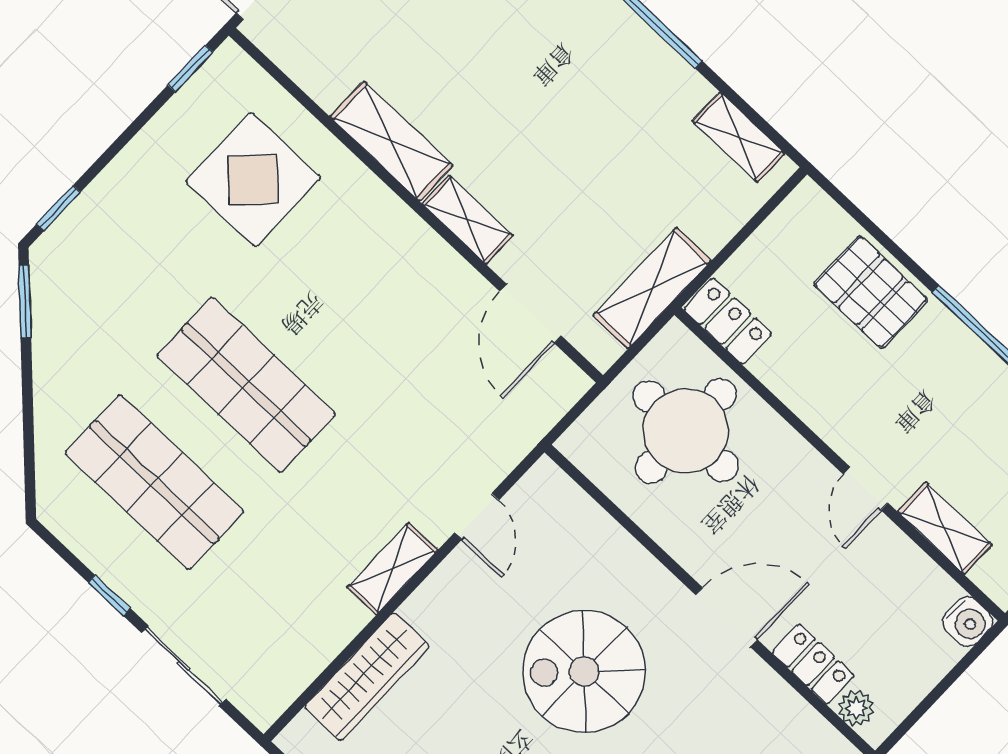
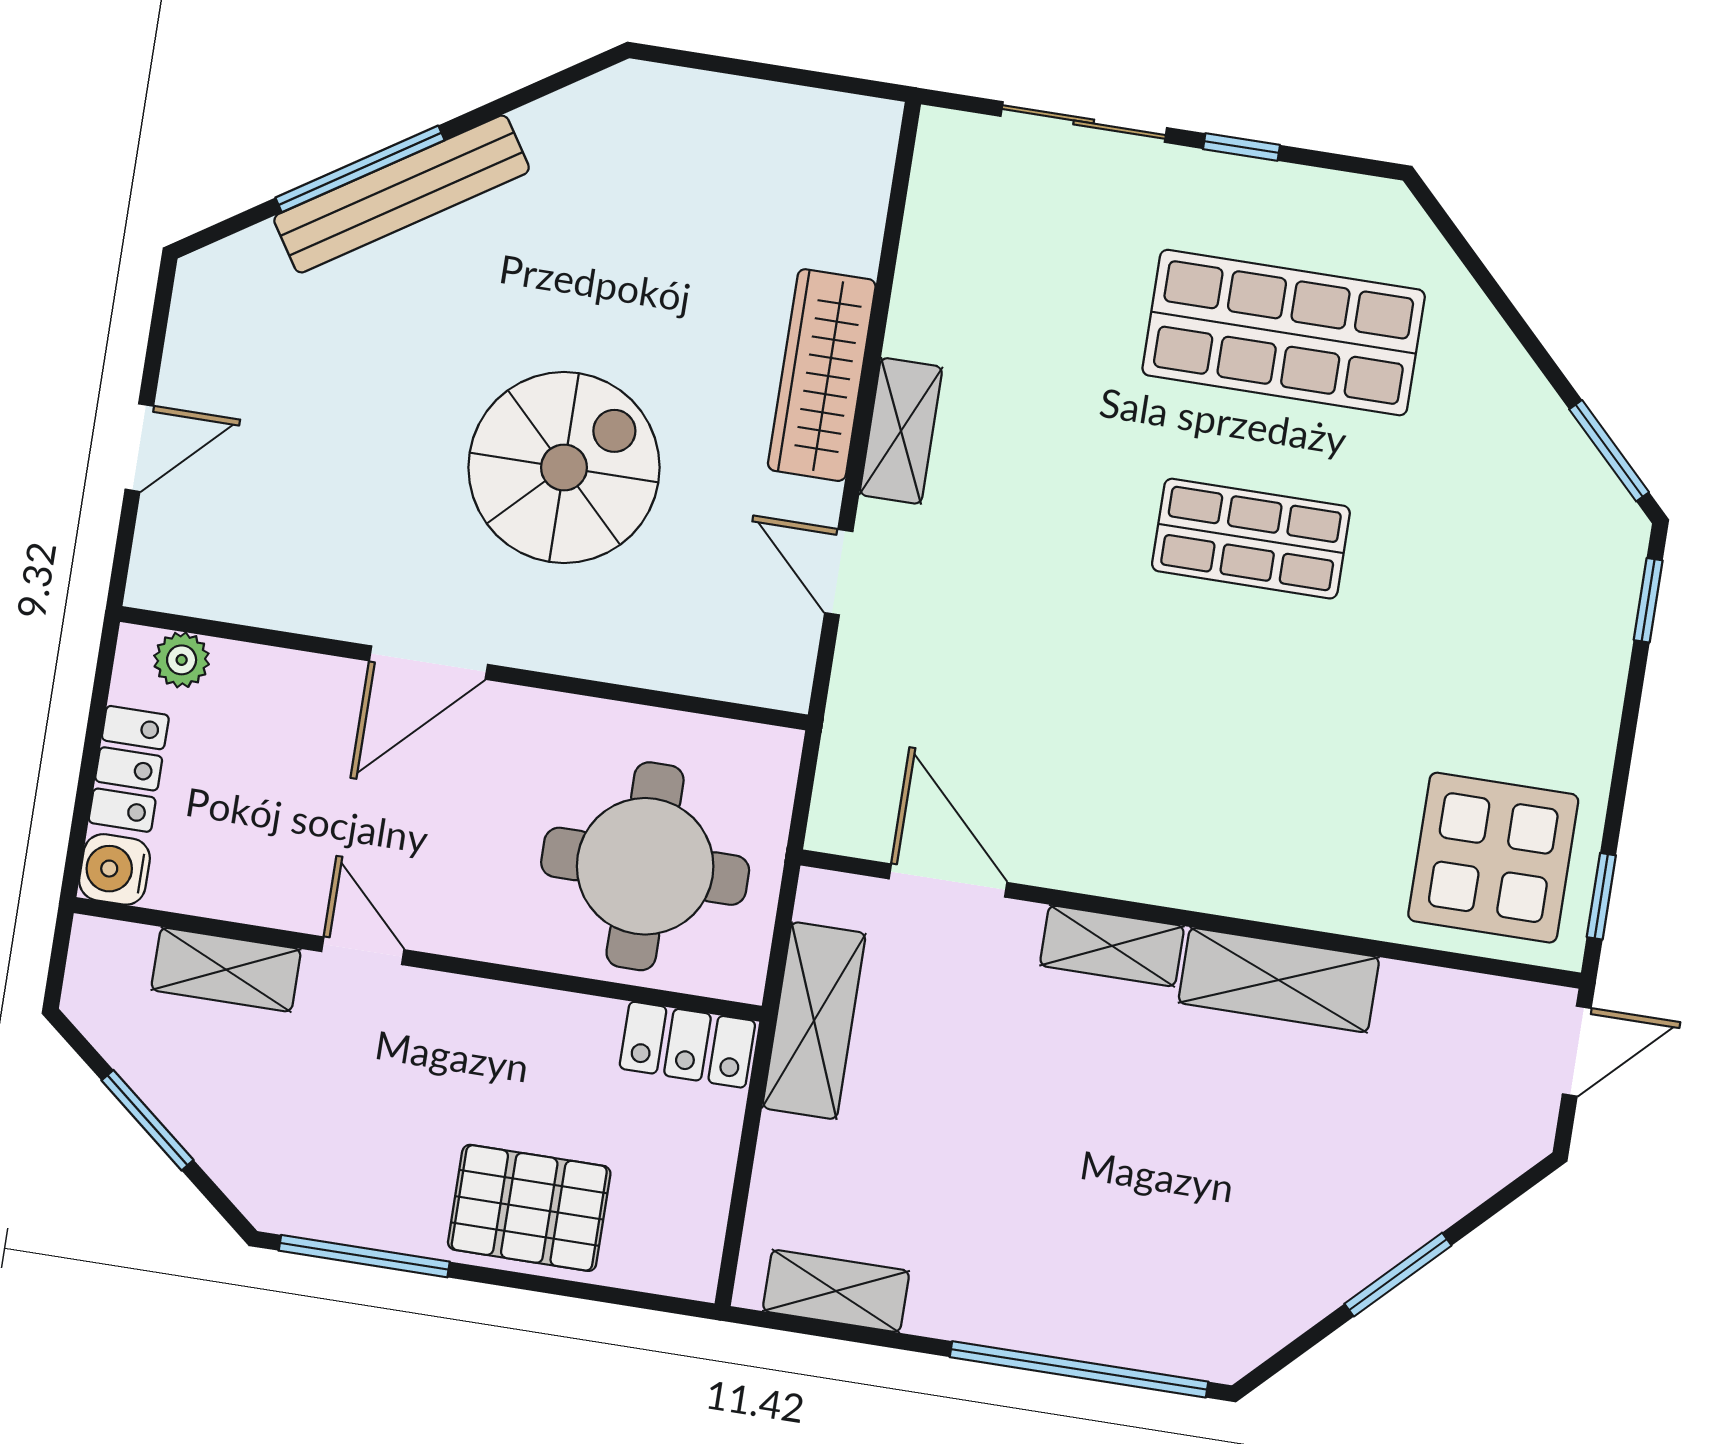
display table: (253, 180) -> (1493, 858), moved
shop shelf: (246, 385) -> (1251, 539), width x0.70, depth x0.74
locker: (813, 664) -> (129, 769), moved, turned -90
wardrobe: (367, 677) -> (822, 375), moved

